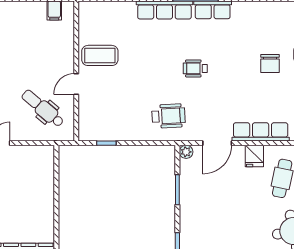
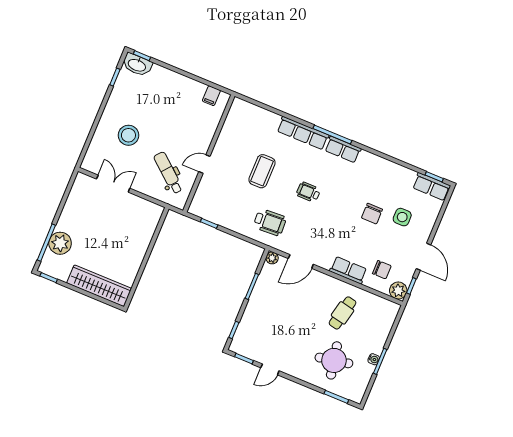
coffee table: (100, 55) -> (262, 171), moved, turned 90
row of seats: (261, 132) -> (348, 270), width x0.68
fridge: (254, 156) -> (327, 285), removed

